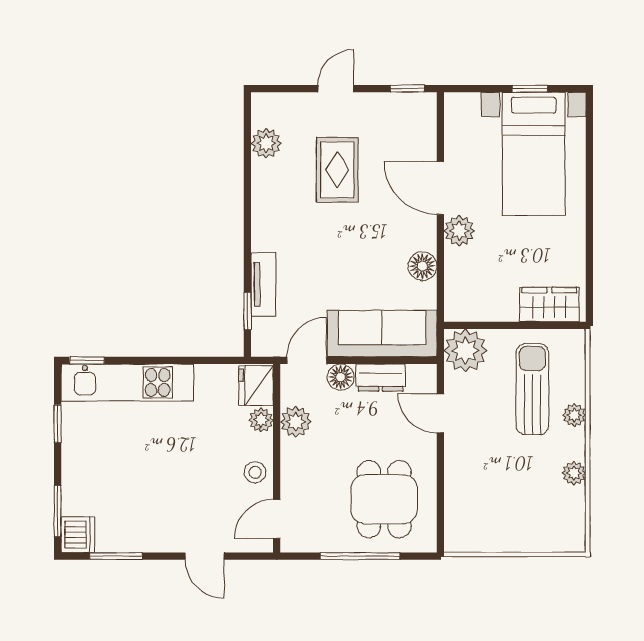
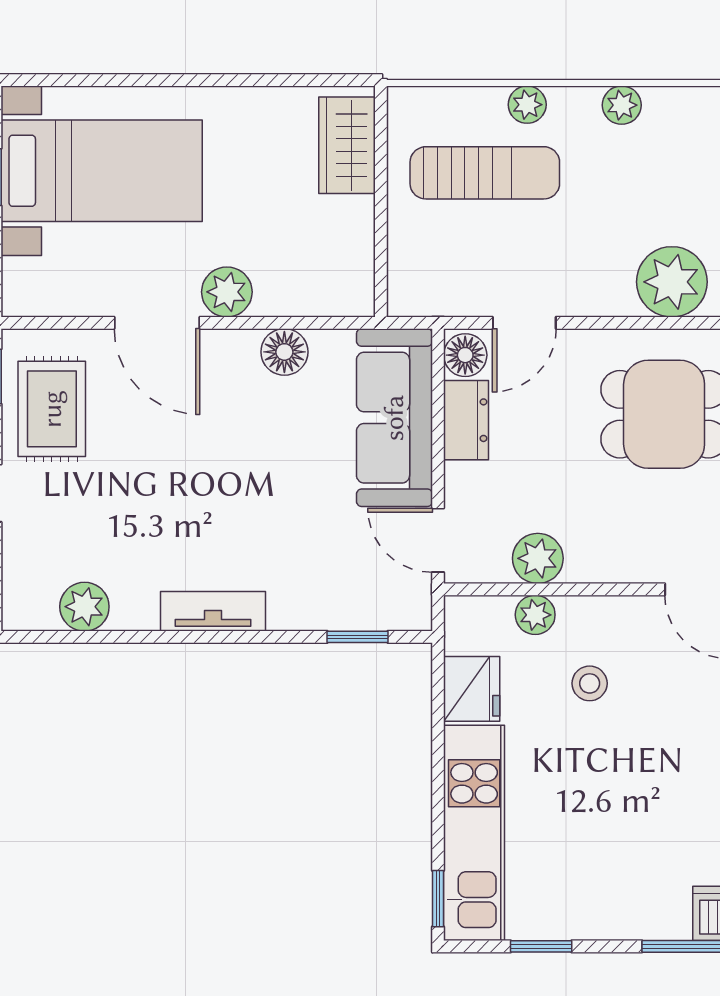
rug: (337, 170) -> (52, 409), moved, turned 90
door: (440, 188) -> (157, 323), hinge flipped
tv unit: (263, 284) -> (213, 611), moved
plant: (465, 350) -> (672, 282), moved
floor lamp: (341, 377) -> (465, 355), moved
fridge: (256, 386) -> (472, 689), moved, turned -90
sun lounger: (532, 389) -> (485, 173), turned 180
stool: (255, 472) -> (590, 683), moved

